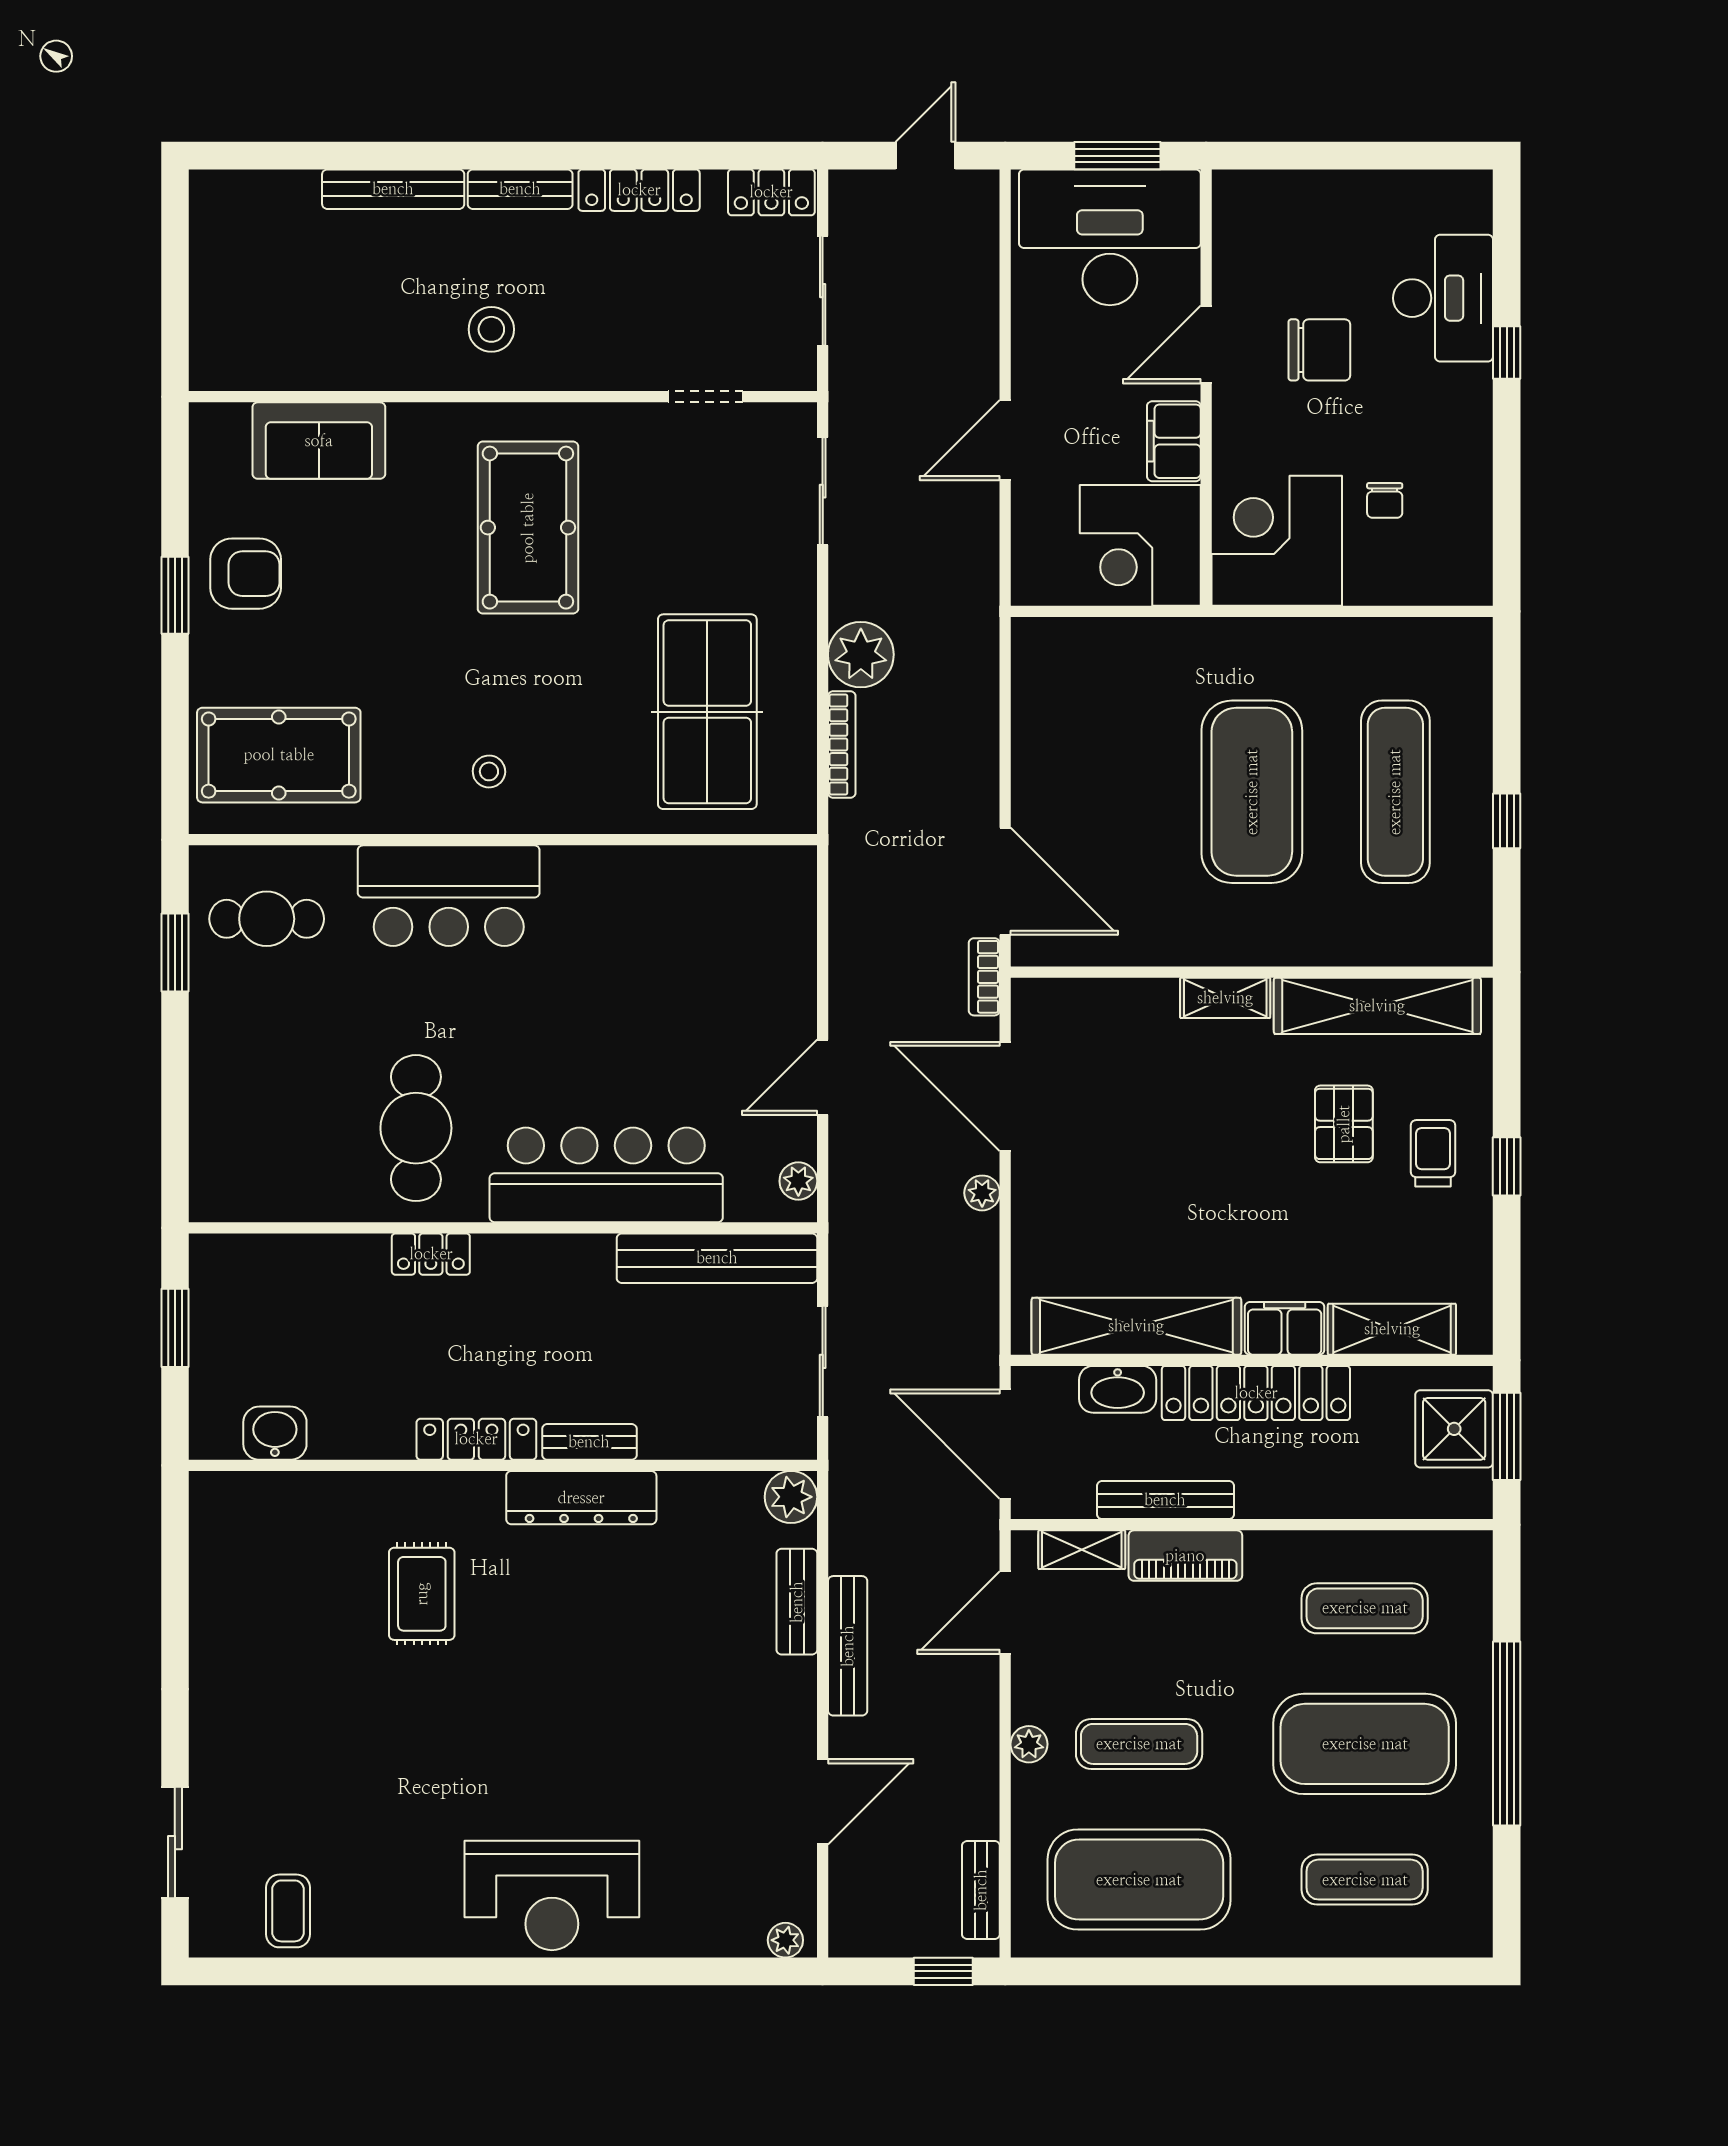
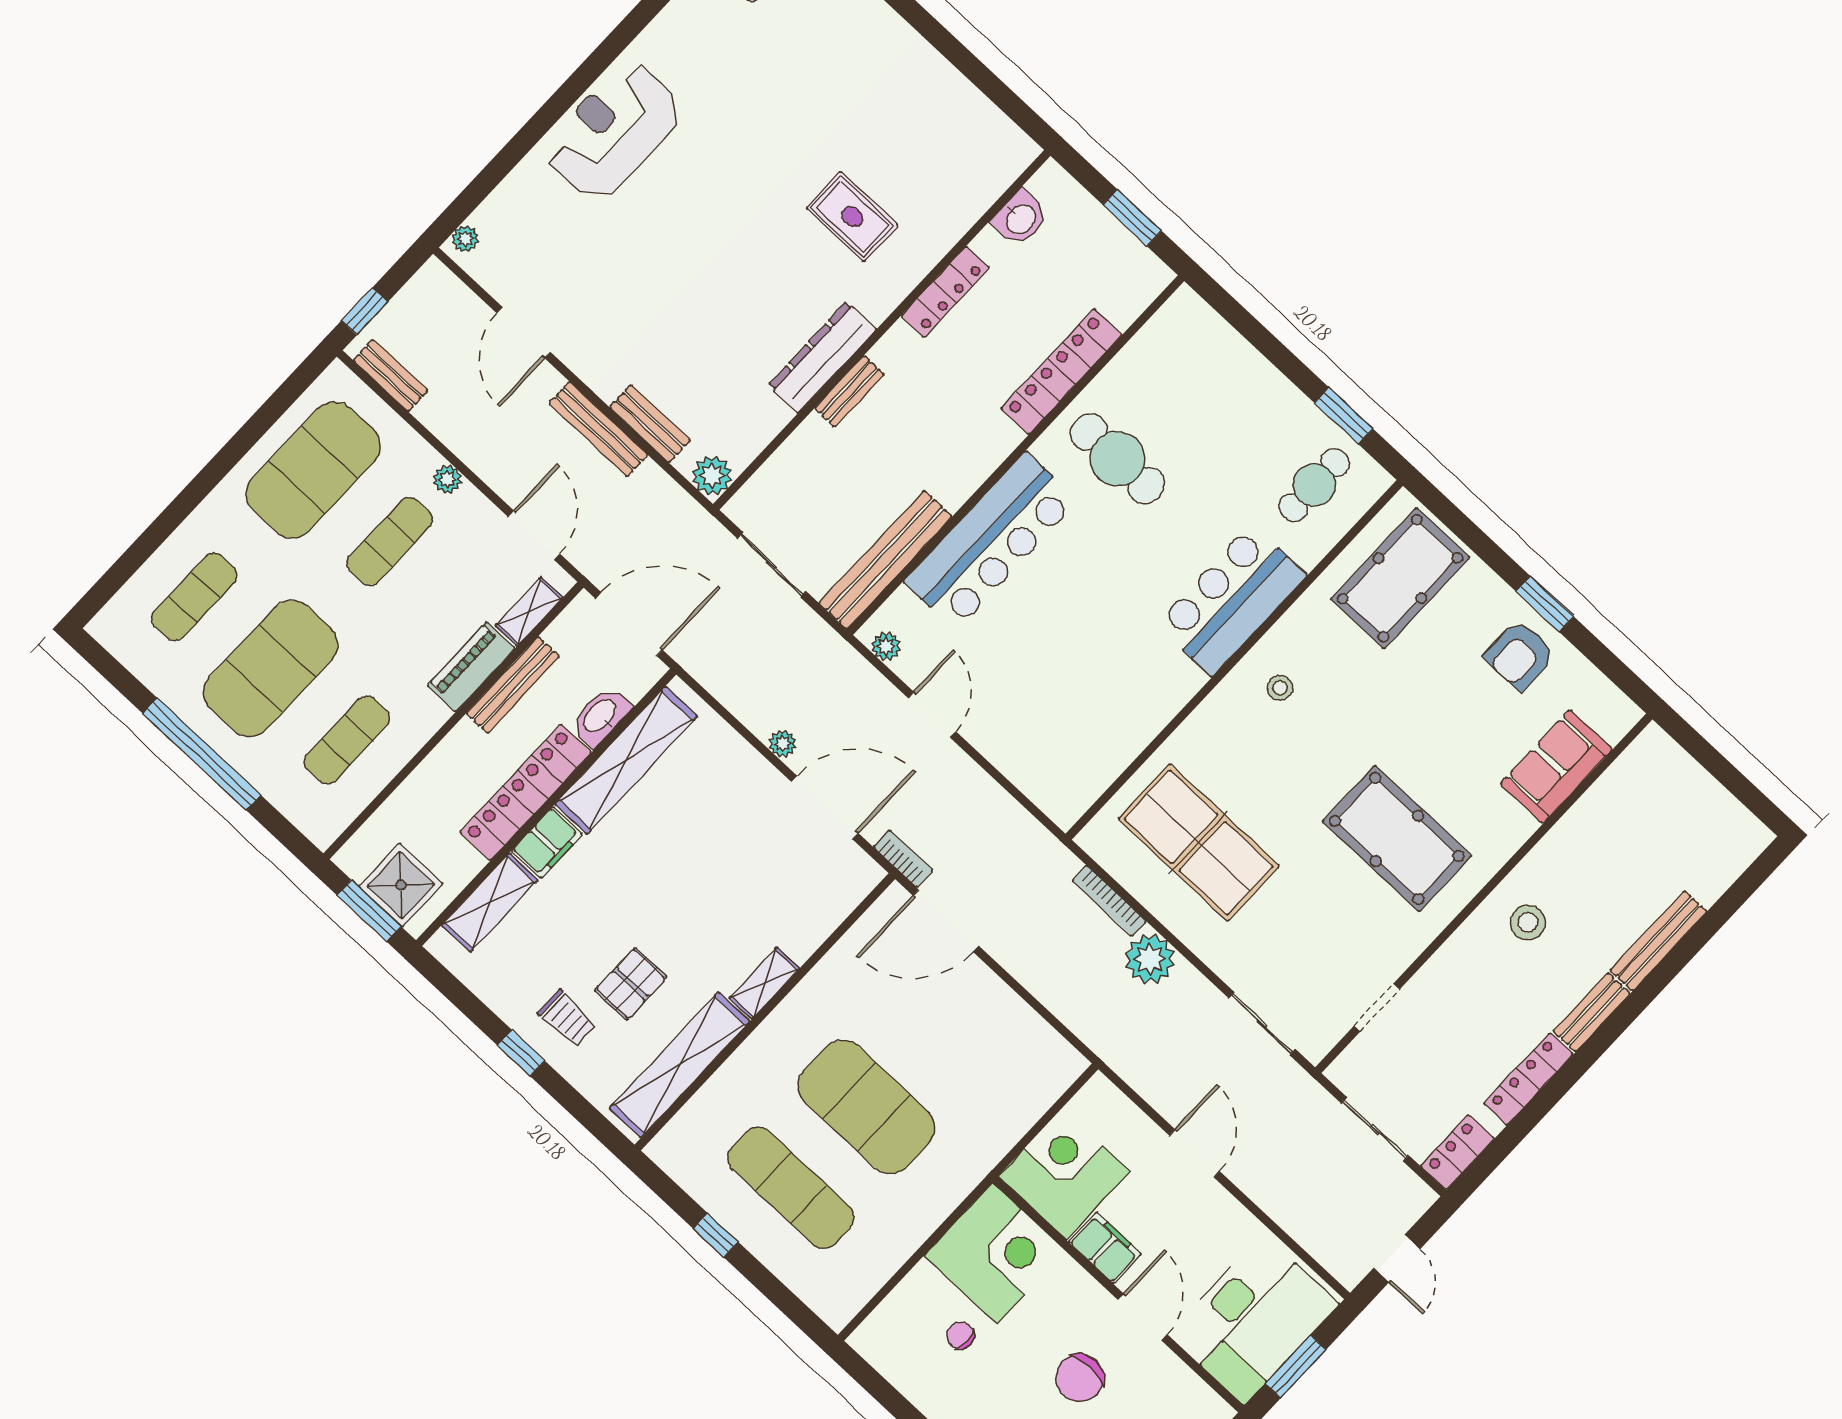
pallet: (1344, 1124) -> (631, 984), turned 90
locker: (431, 1254) -> (1061, 372), width x2.16, depth x1.21
locker: (476, 1439) -> (945, 292), moved

